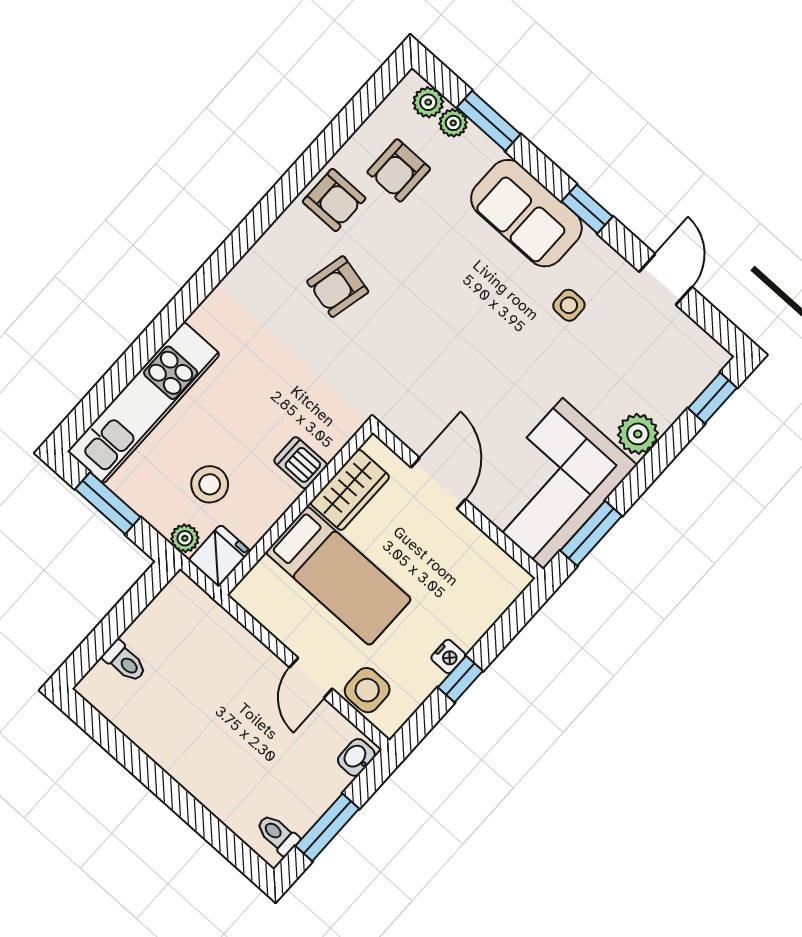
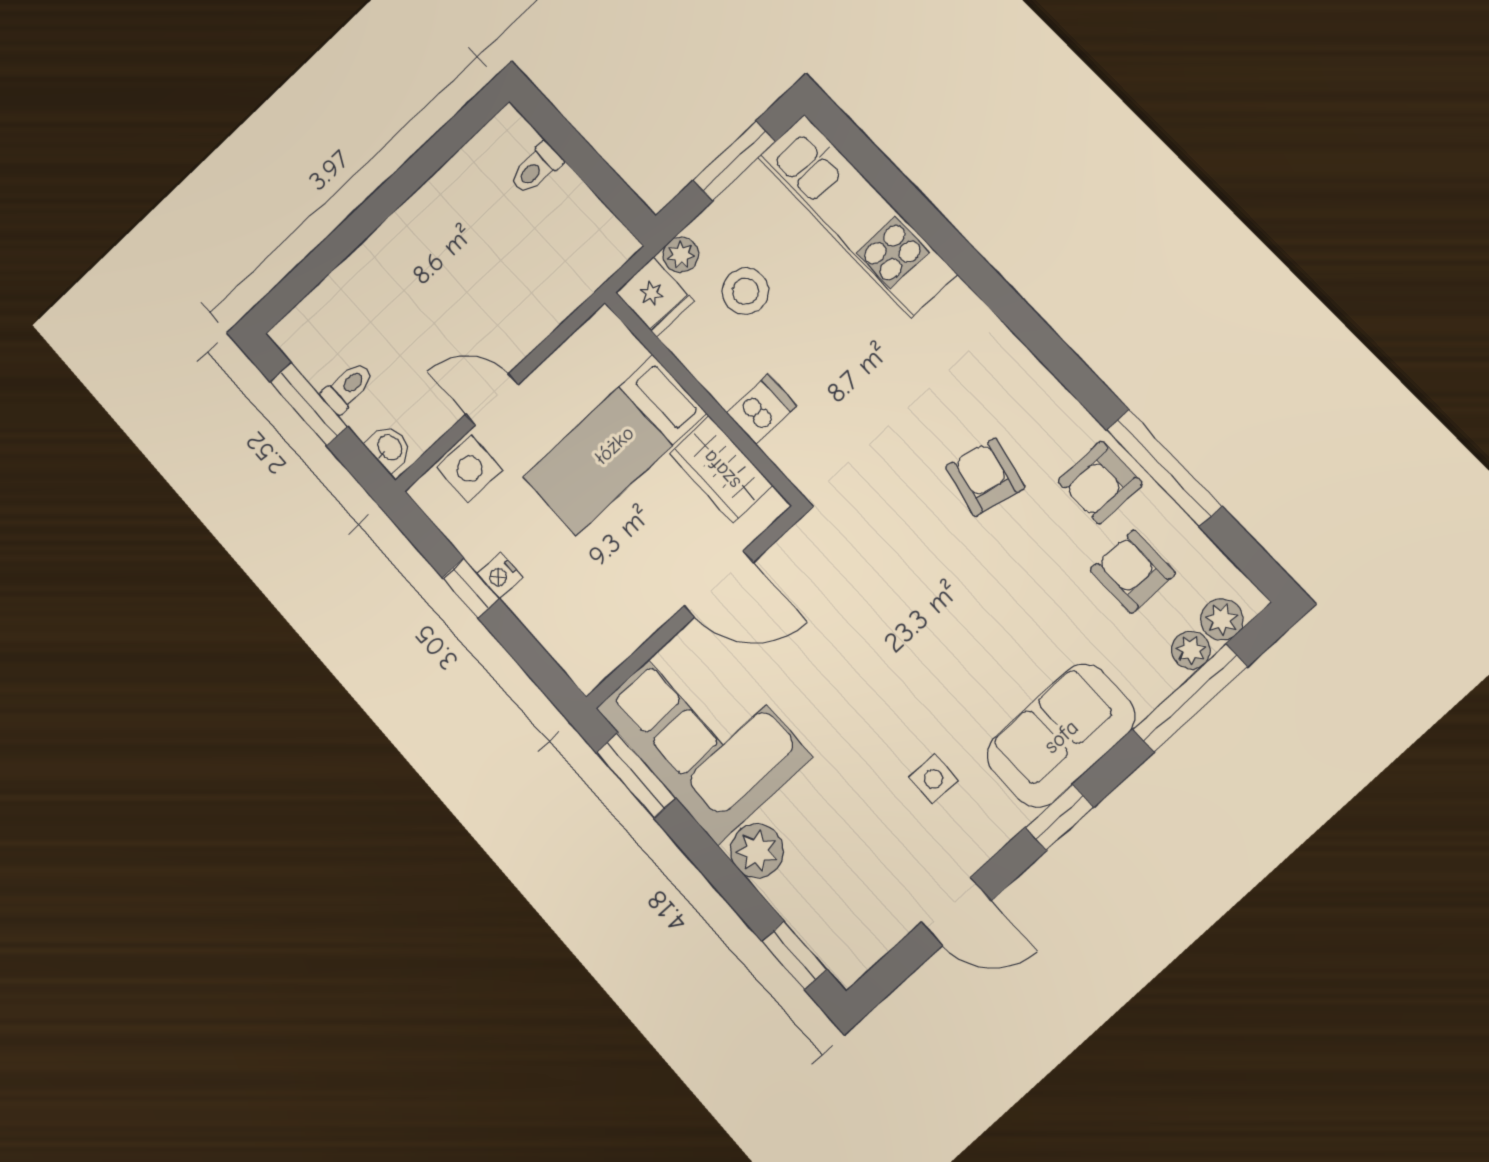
window: (489, 121) -> (1190, 698), width x1.44
window: (319, 154) -> (1164, 468), added
toilet: (278, 834) -> (348, 388), moved

